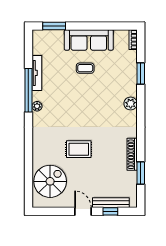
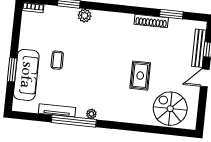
window: (54, 26) -> (12, 70), moved
sofa: (89, 40) -> (26, 75), moved
plant: (131, 103) -> (85, 16), moved

